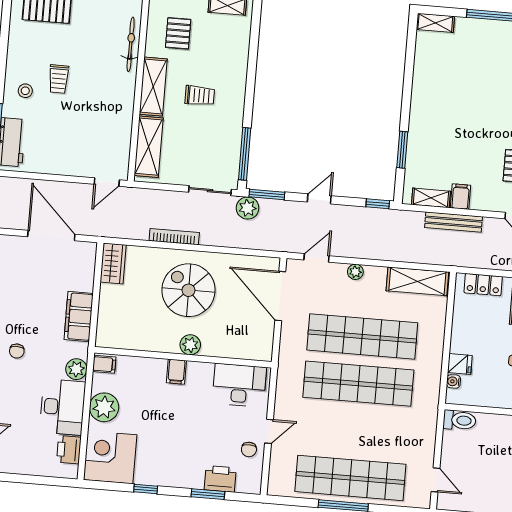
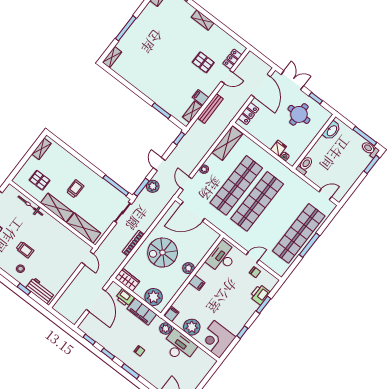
plant: (248, 208) -> (153, 186), moved
door: (51, 236) -> (96, 300), swing flipped
plant: (112, 320) -> (154, 297), added
door: (269, 431) -> (252, 257), hinge flipped
printer: (69, 450) -> (125, 298), moved

